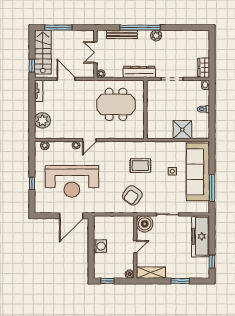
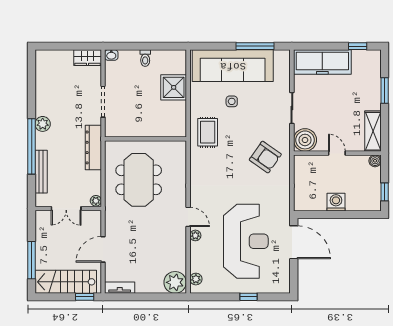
plant: (42, 120) -> (175, 282), moved
rug: (140, 166) -> (208, 132), moved

